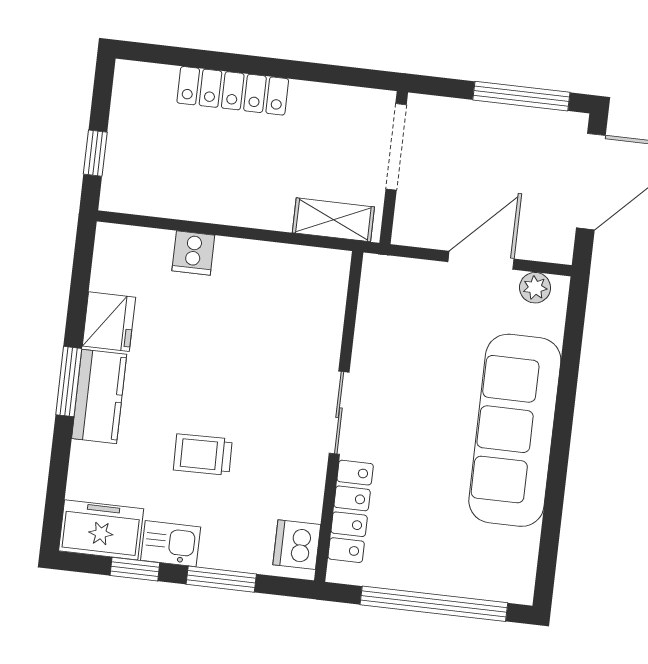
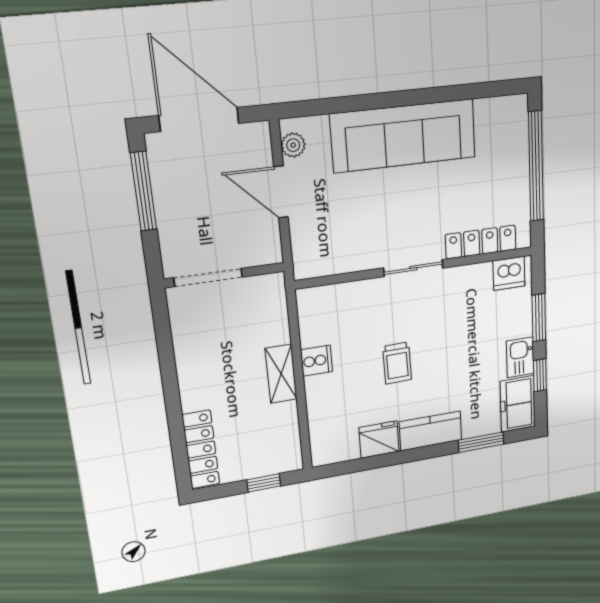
locker: (233, 91) -> (201, 450), moved
shelving: (333, 220) -> (281, 374), moved
cooker: (193, 253) -> (317, 361), moved
window: (69, 382) -> (481, 442), moved
trolley: (203, 455) -> (397, 363), moved

